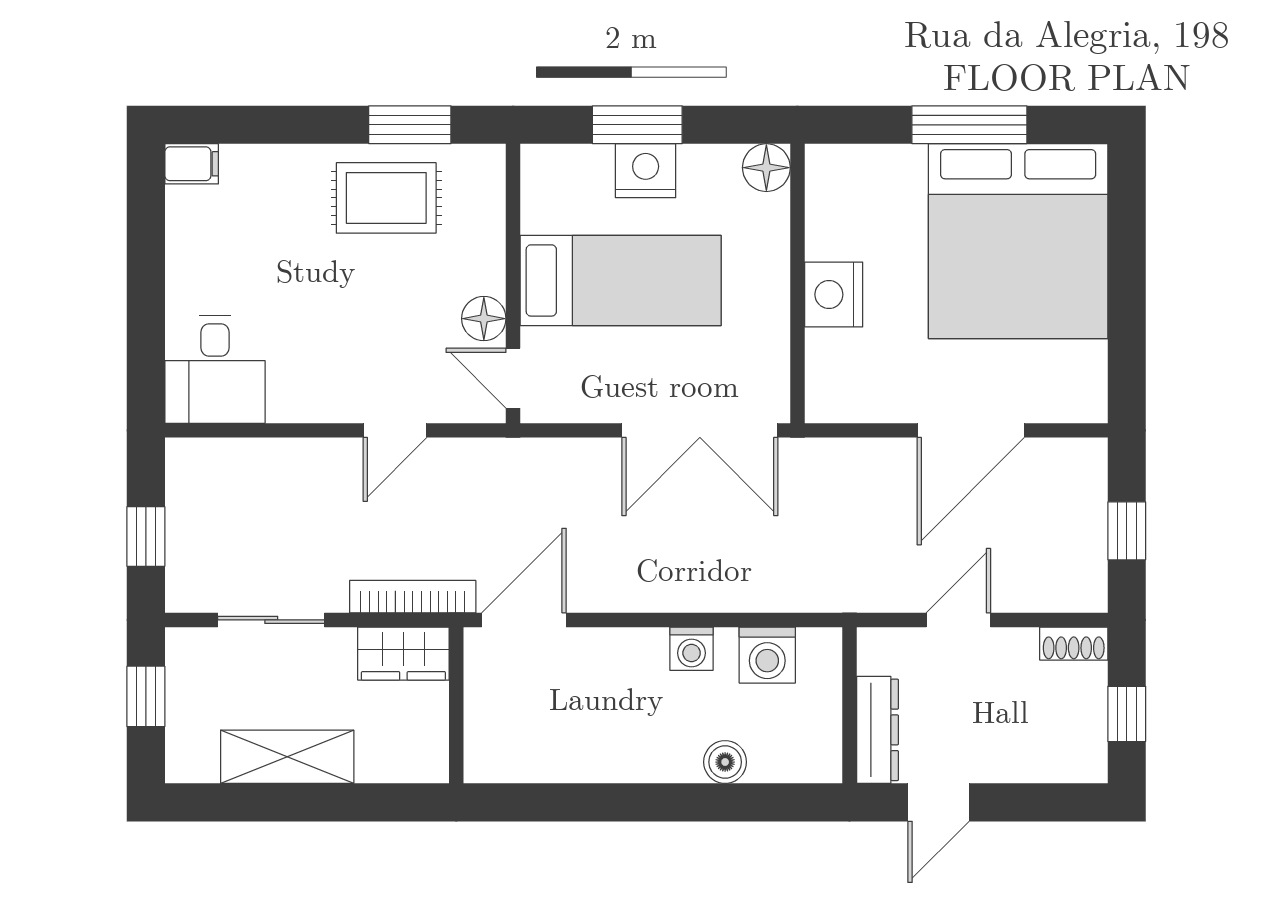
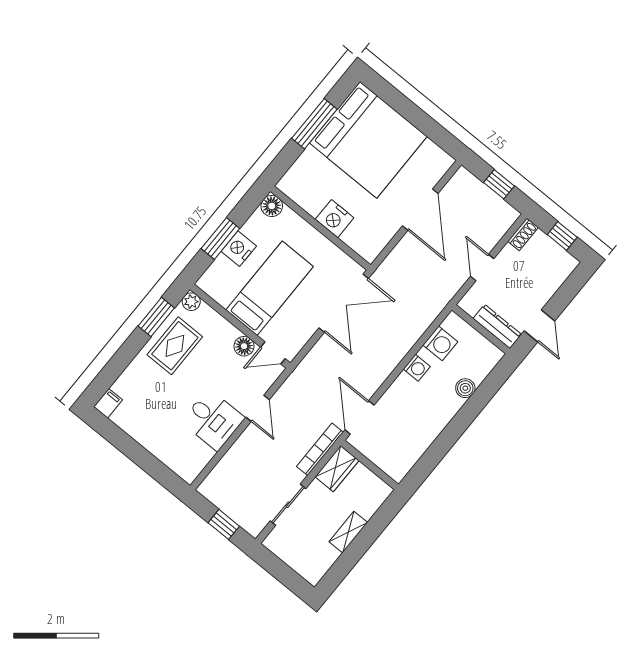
plant: (486, 164) -> (191, 302), added
desk: (215, 369) -> (213, 420), moved
window: (146, 696) -> (279, 570), removed
shelving: (287, 757) -> (348, 532), width x0.67, depth x0.75

